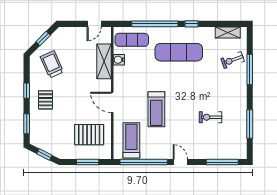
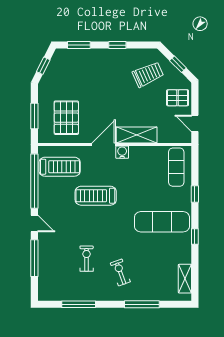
window: (155, 24) -> (195, 194), width x0.32
exercise mat: (179, 52) -> (162, 222), turned 90
water cooler: (119, 60) -> (122, 152), moved
exercise bike: (233, 60) -> (120, 272), moved
shelving: (104, 61) -> (137, 135), moved
pallet: (45, 100) -> (178, 98), moved
door: (180, 162) -> (34, 224), hinge flipped
window: (222, 162) -> (34, 258), moved

